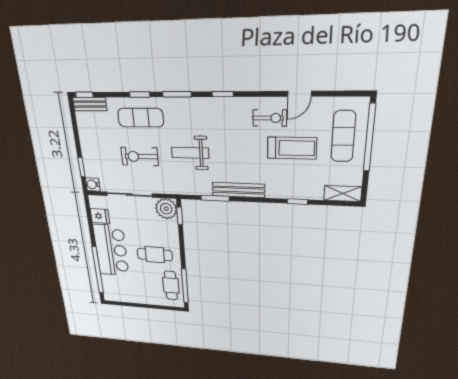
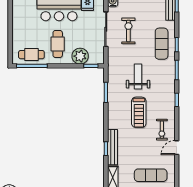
door: (299, 94) -> (177, 148), hinge flipped
treadmill: (292, 148) -> (139, 112), moved
exercise bike: (140, 156) -> (128, 31), moved
bench: (238, 190) -> (112, 147), moved
plant: (166, 209) -> (80, 56), moved

